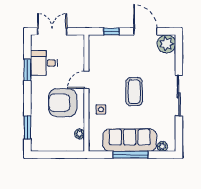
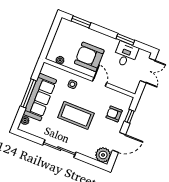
armchair: (116, 50) -> (114, 114), added
coffee table: (134, 92) -> (76, 115), width x1.36, depth x1.32
armchair: (63, 103) -> (89, 57), turned -90

